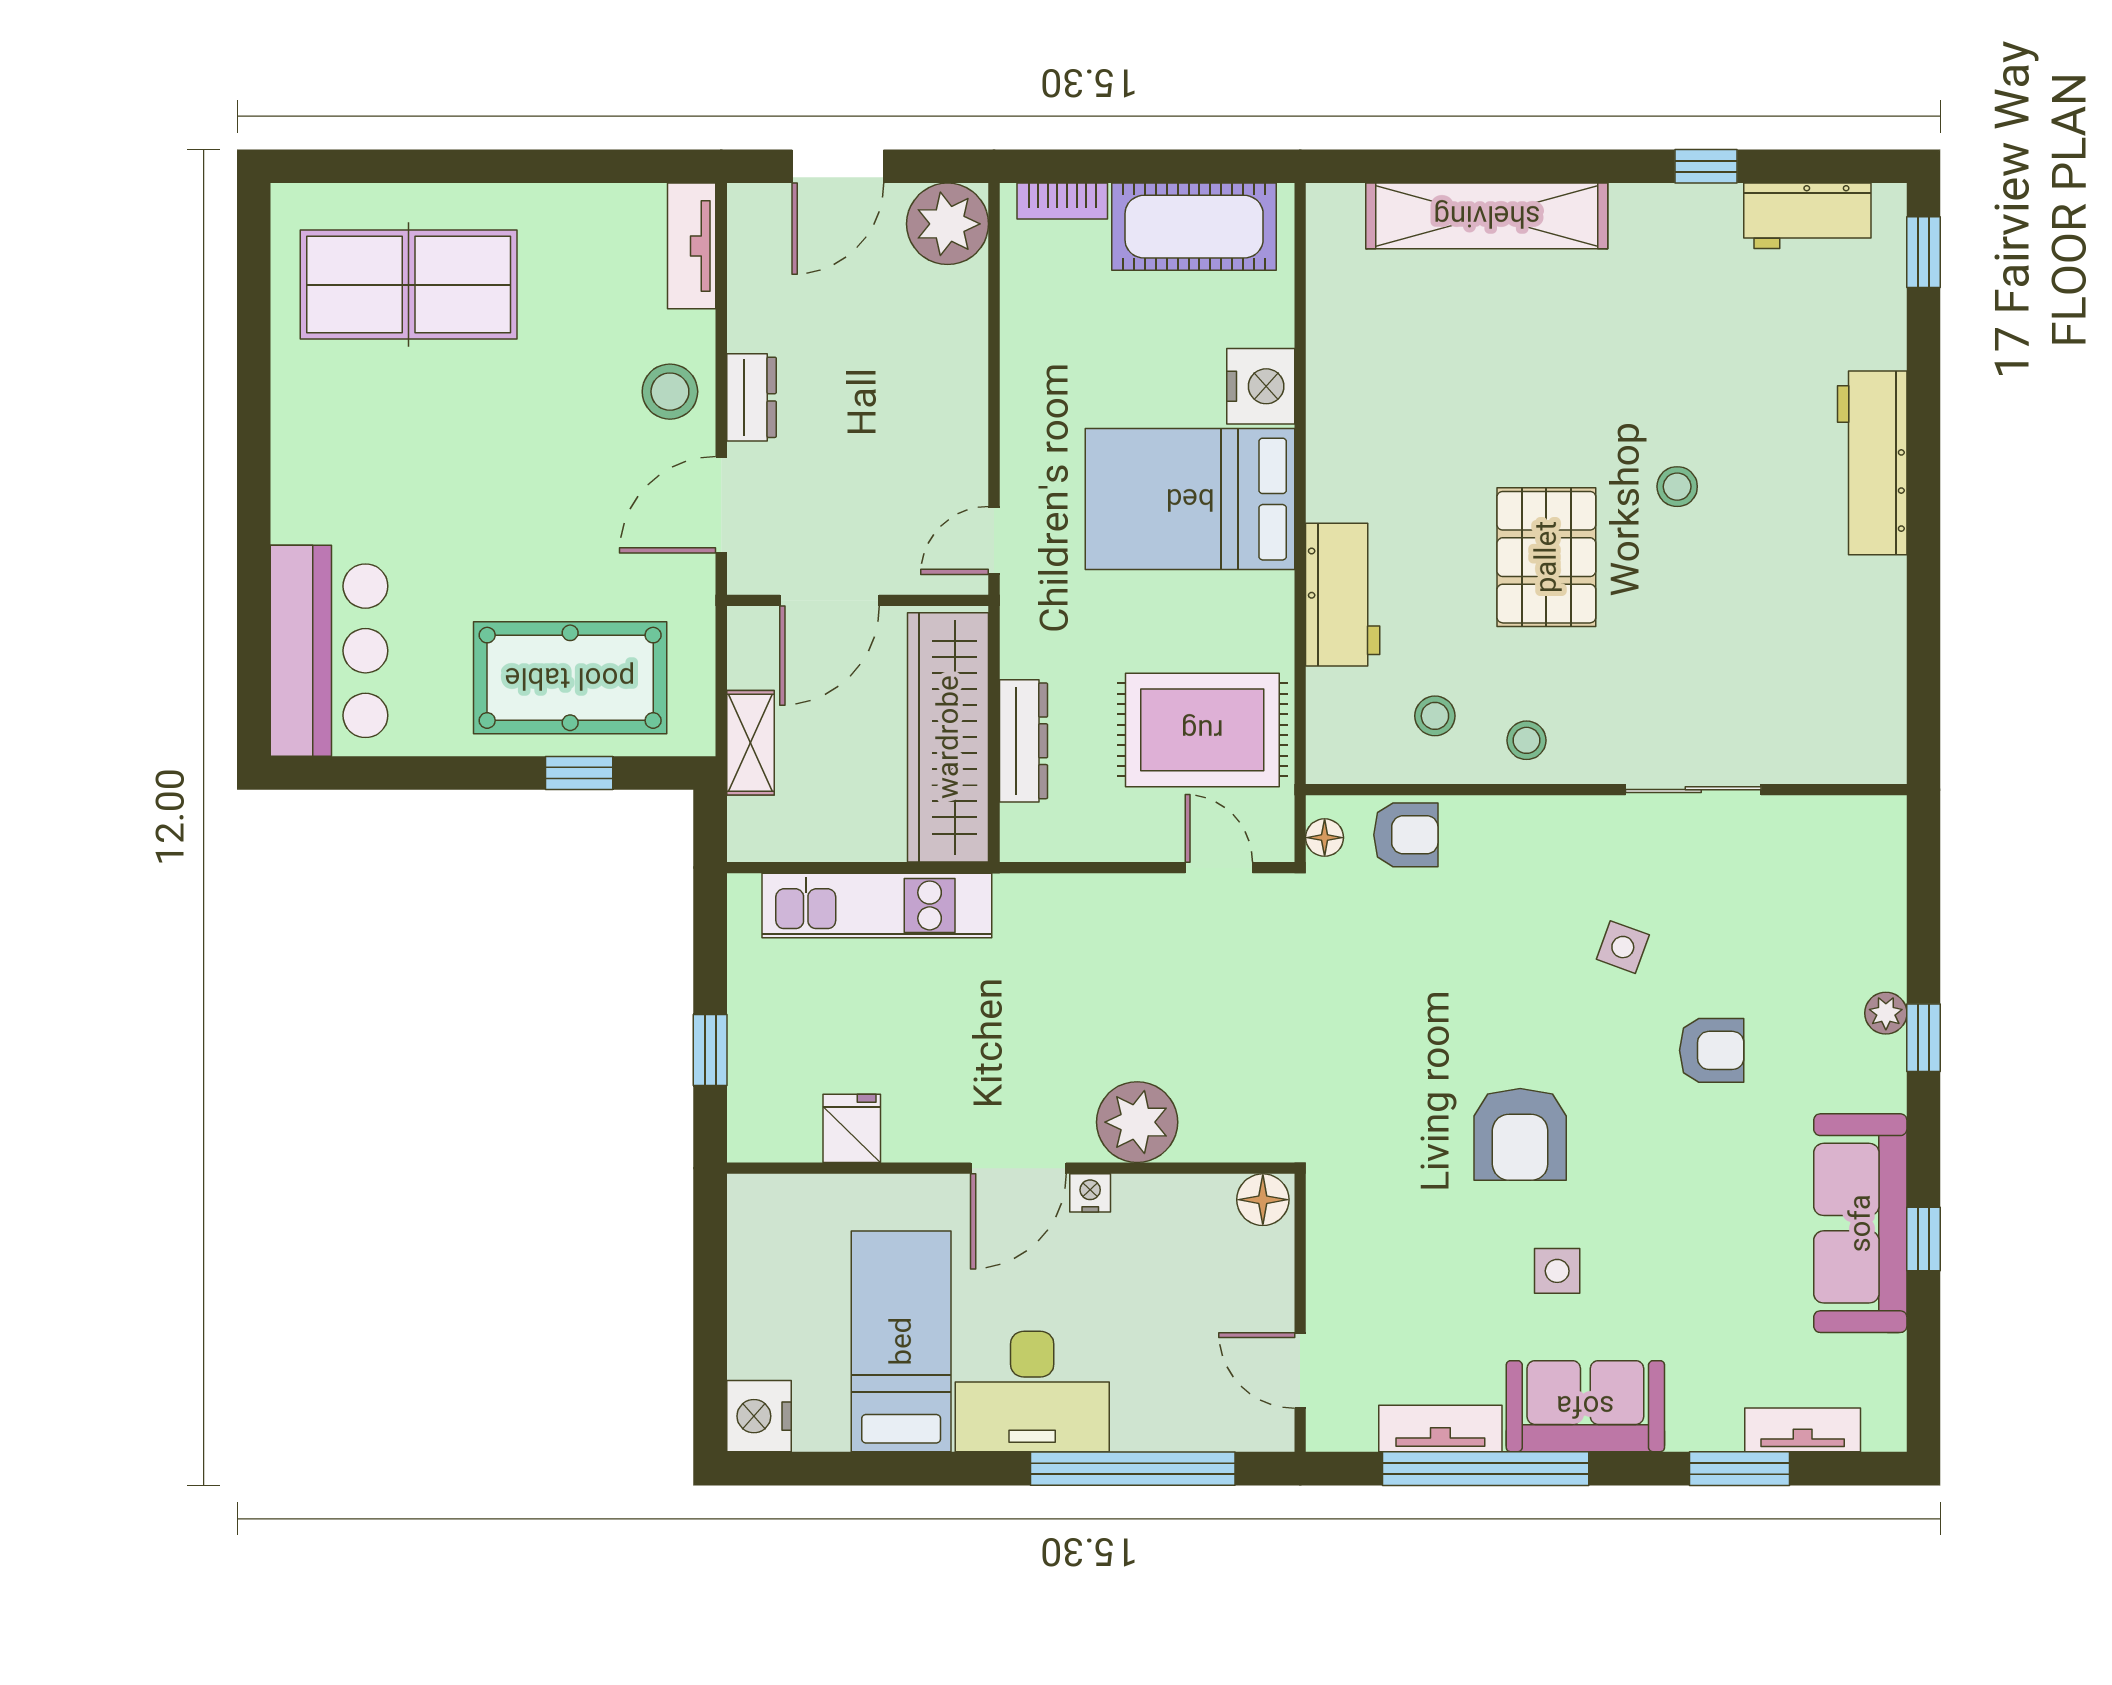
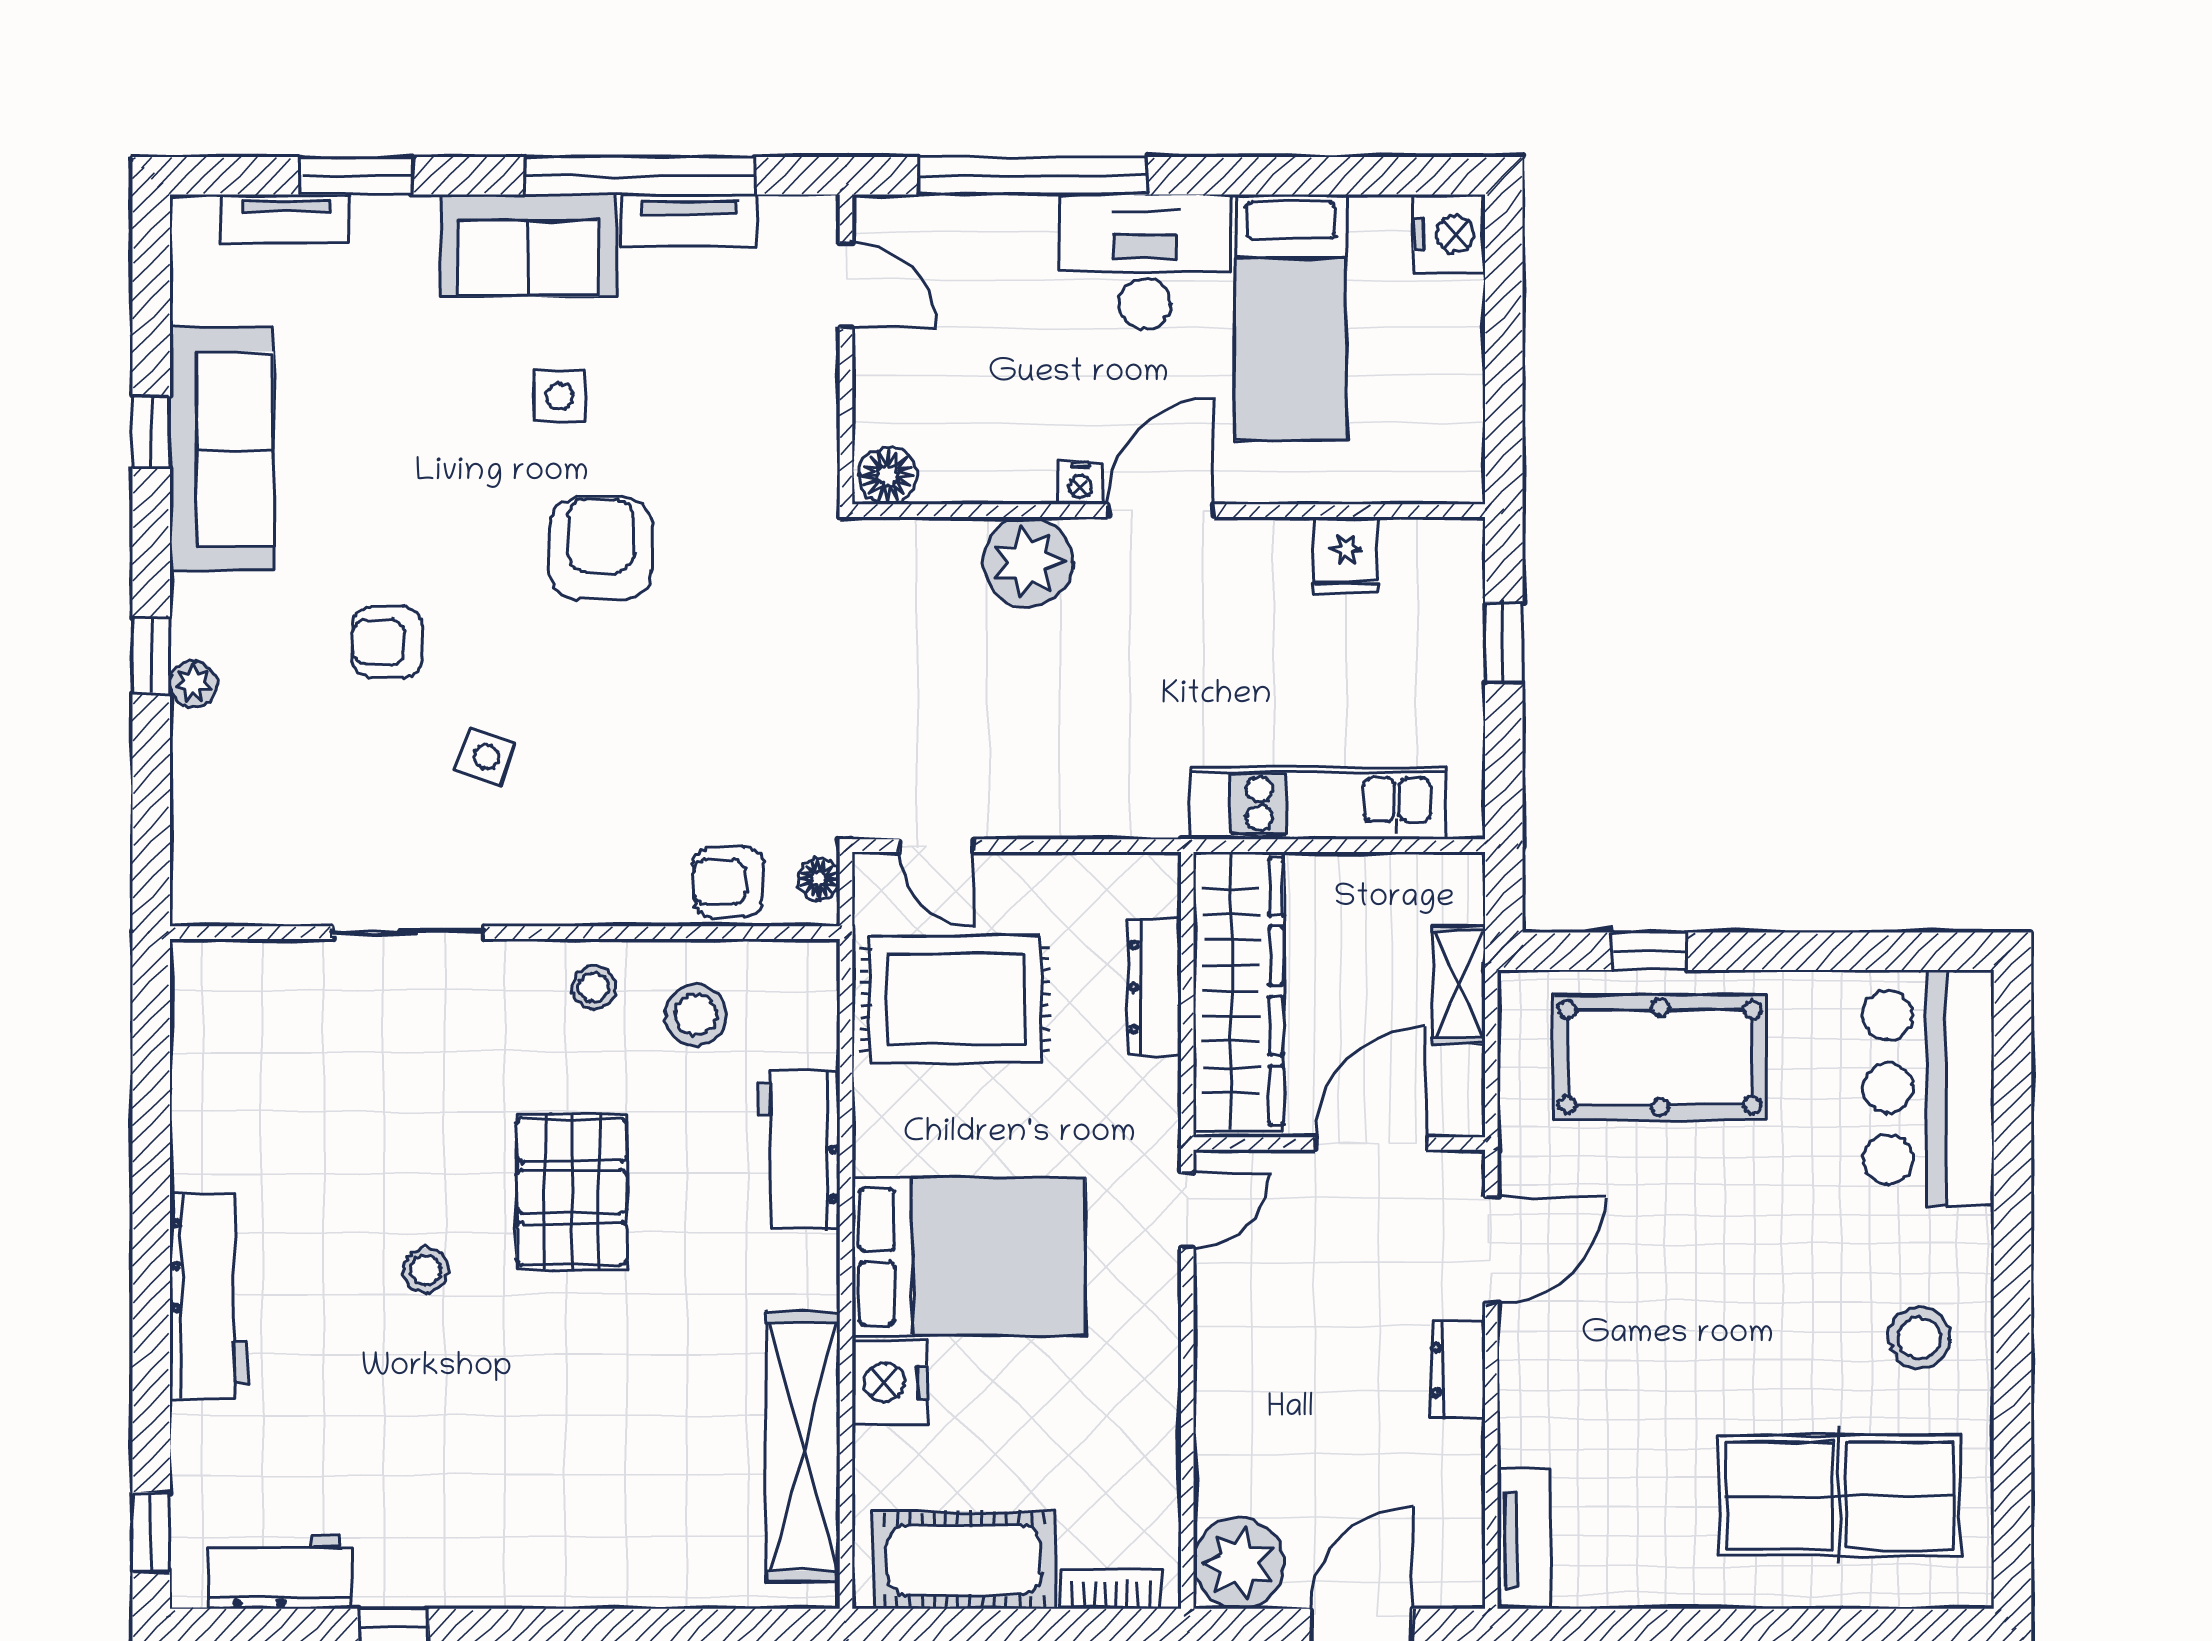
shelving: (1487, 216) -> (803, 1447), moved, turned 90
stool: (670, 392) -> (1919, 1338), moved
stool: (1435, 716) -> (696, 1015), width x1.37, depth x1.37

